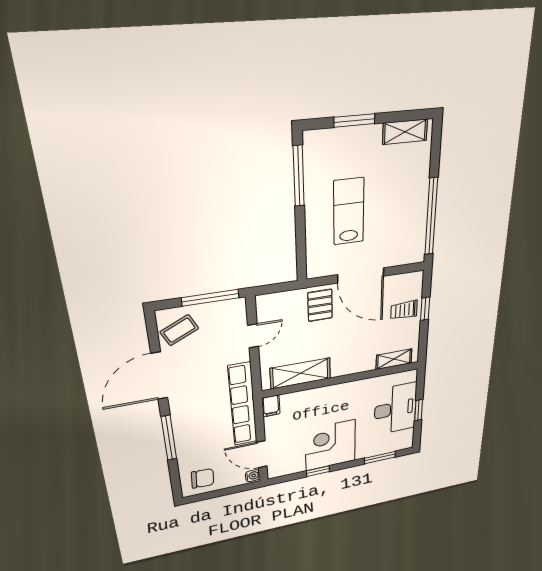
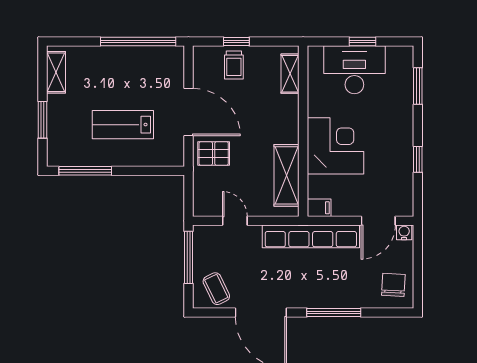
door: (361, 275) -> (188, 112), hinge flipped
corner desk: (330, 445) -> (336, 146), moved, turned 180

